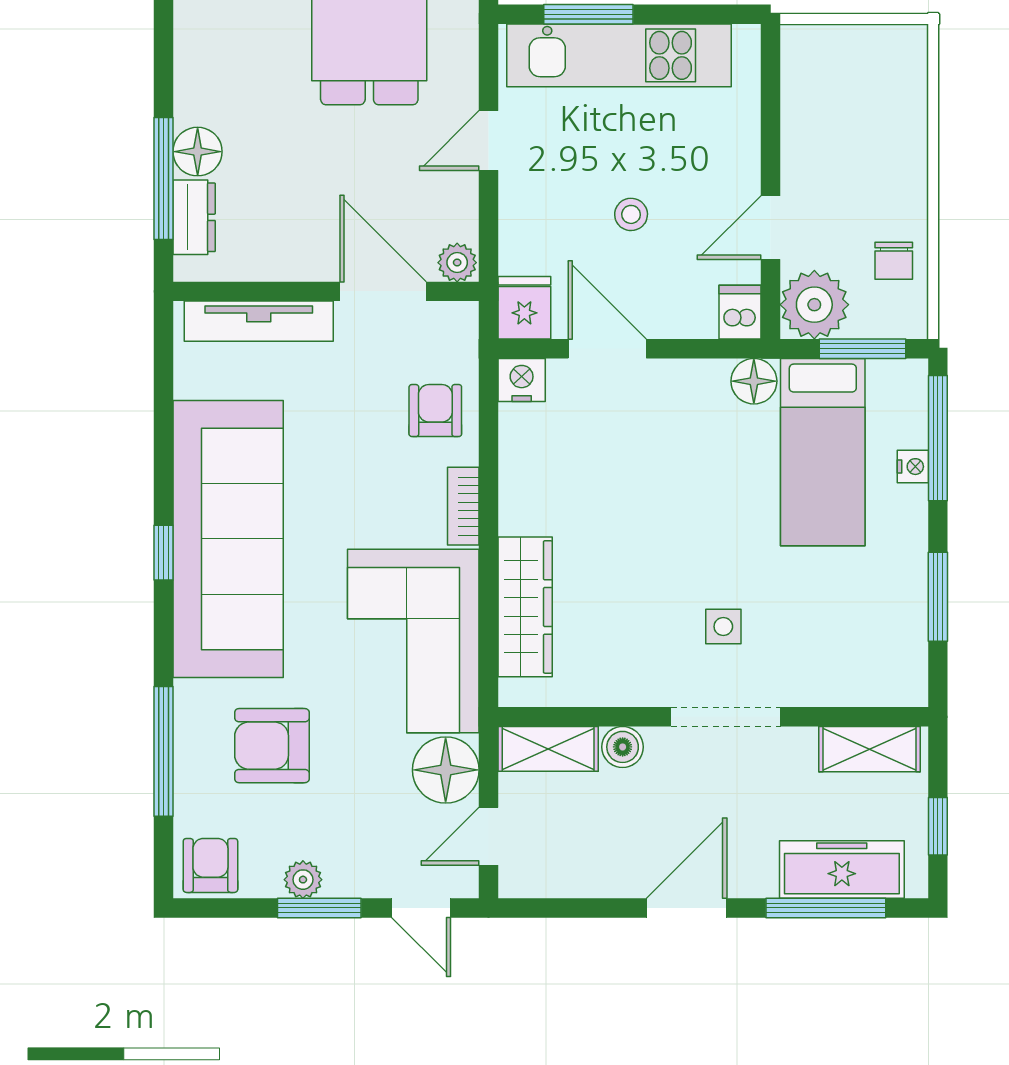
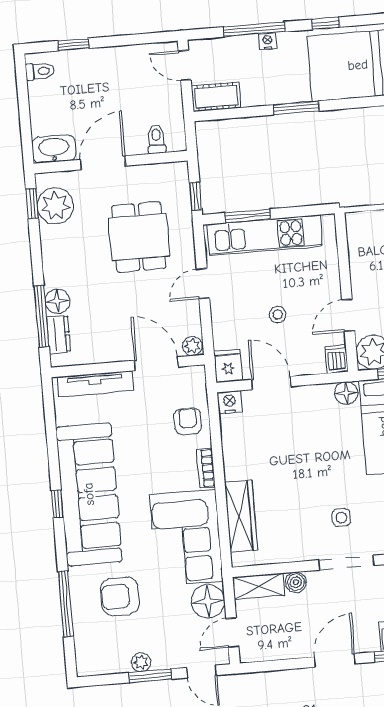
armchair: (210, 865) -> (94, 659), removed

